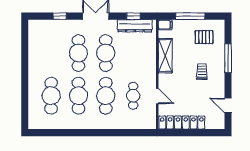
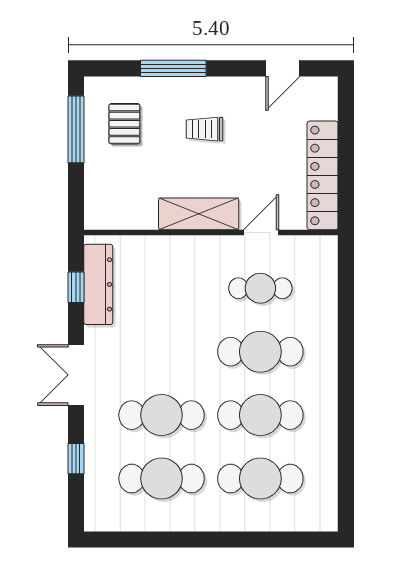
window: (190, 16) -> (76, 129), moved
filing cabinet: (165, 25) -> (96, 214), removed
cafe table: (106, 53) -> (162, 479), moved
shelving: (165, 56) -> (199, 214), moved

